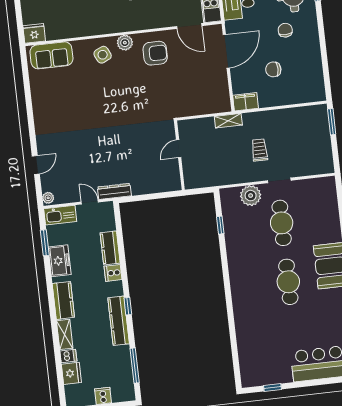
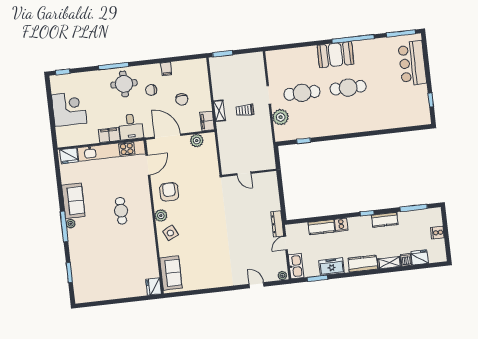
filing cabinet: (312, 50) -> (166, 69), added
plant: (221, 88) -> (197, 141), added
shelving: (228, 121) -> (219, 111), moved
kitchen counter: (119, 321) -> (385, 220), width x0.67

